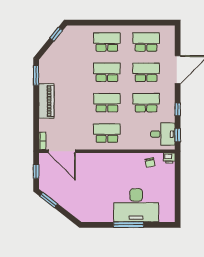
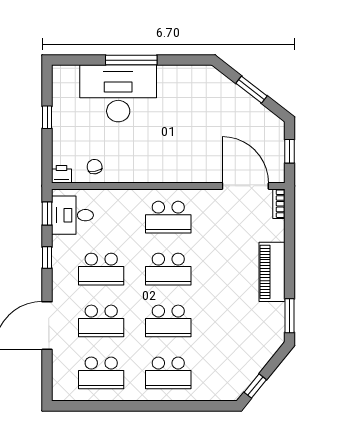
window: (178, 191) -> (47, 117), added
window: (49, 200) -> (252, 90), moved

